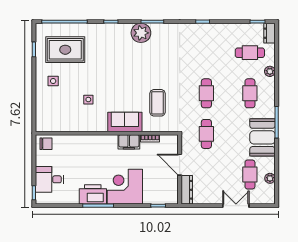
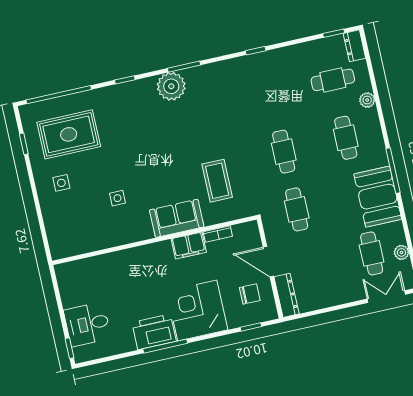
chair: (46, 144) -> (250, 294), moved
double door: (236, 206) -> (386, 297), moved

